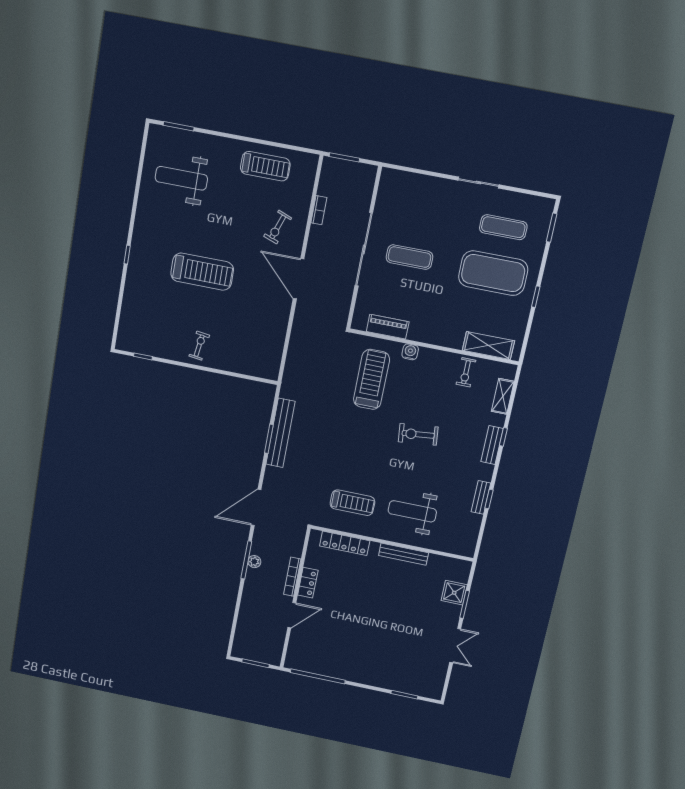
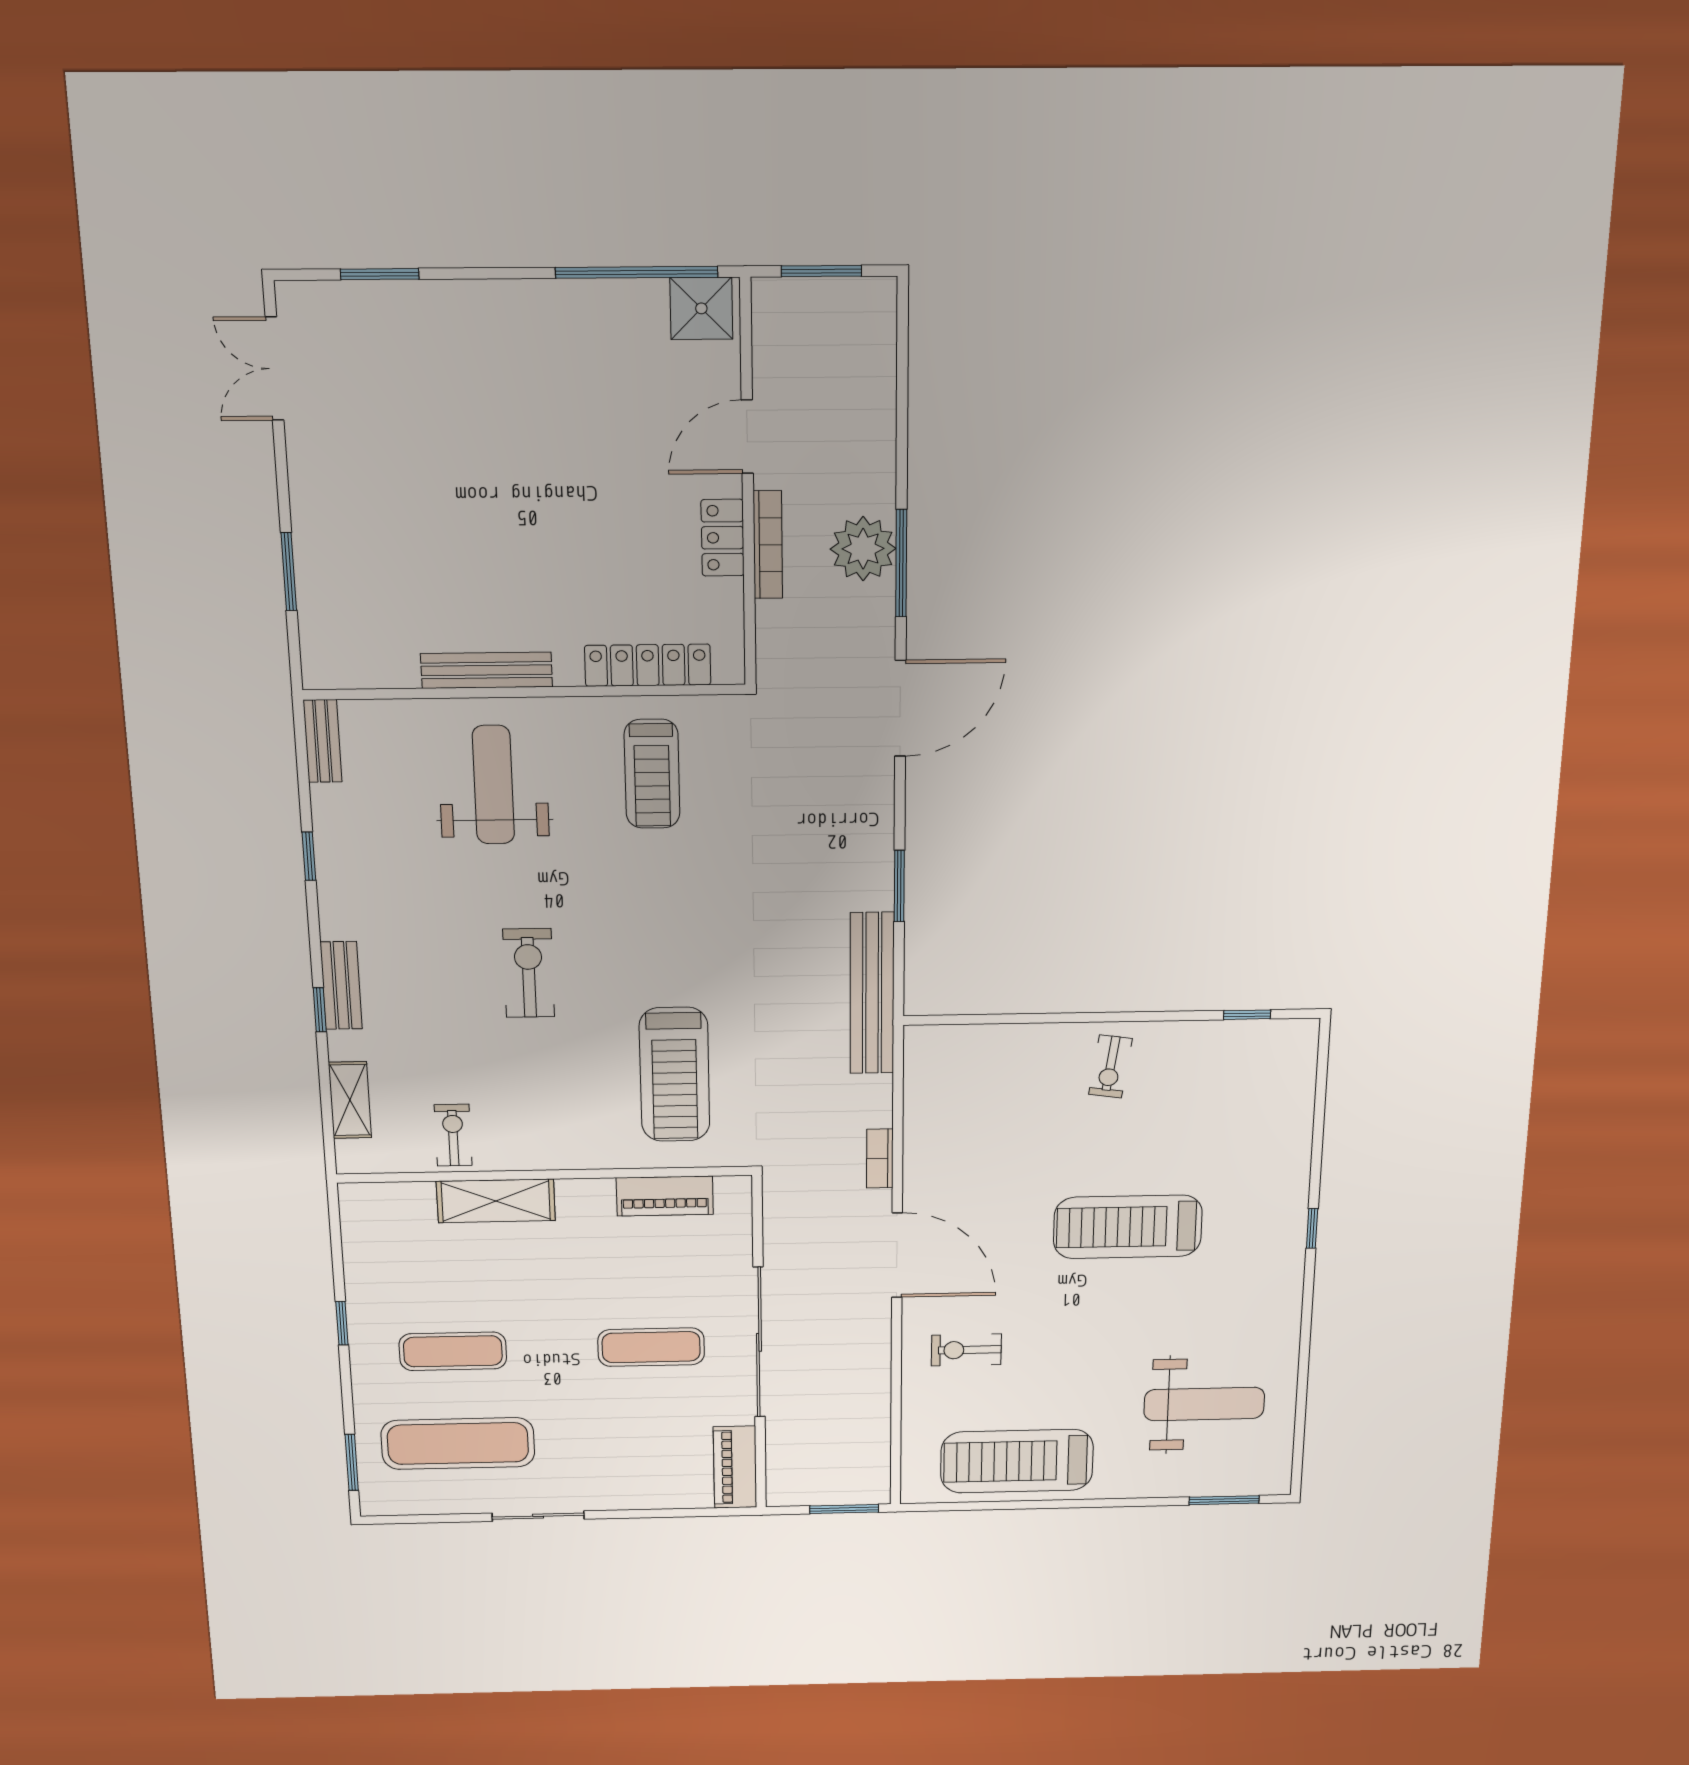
treadmill: (265, 166) -> (1017, 1461), width x1.37, depth x1.38
piano: (387, 189) -> (735, 1467), added
bookcase: (319, 210) -> (880, 1158), moved
exercise bike: (278, 227) -> (966, 1350), turned -110
exercise mat: (503, 227) -> (458, 1444), width x1.36, depth x1.45
exercise mat: (493, 273) -> (453, 1351), width x0.50, depth x0.69
shelving: (488, 346) -> (496, 1201), moved
water cooler: (410, 352) -> (598, 1153), removed
bench: (280, 433) -> (872, 993), moved
exercise bike: (418, 434) -> (529, 973), turned -84
bench: (481, 497) -> (322, 741), moved
treadmill: (352, 503) -> (652, 774), turned -90
weight bench: (412, 511) -> (493, 785), turned -90
plant: (254, 562) -> (863, 549), width x1.87, depth x1.87
shower: (454, 593) -> (701, 308), moved
double door: (455, 646) -> (275, 369), moved

